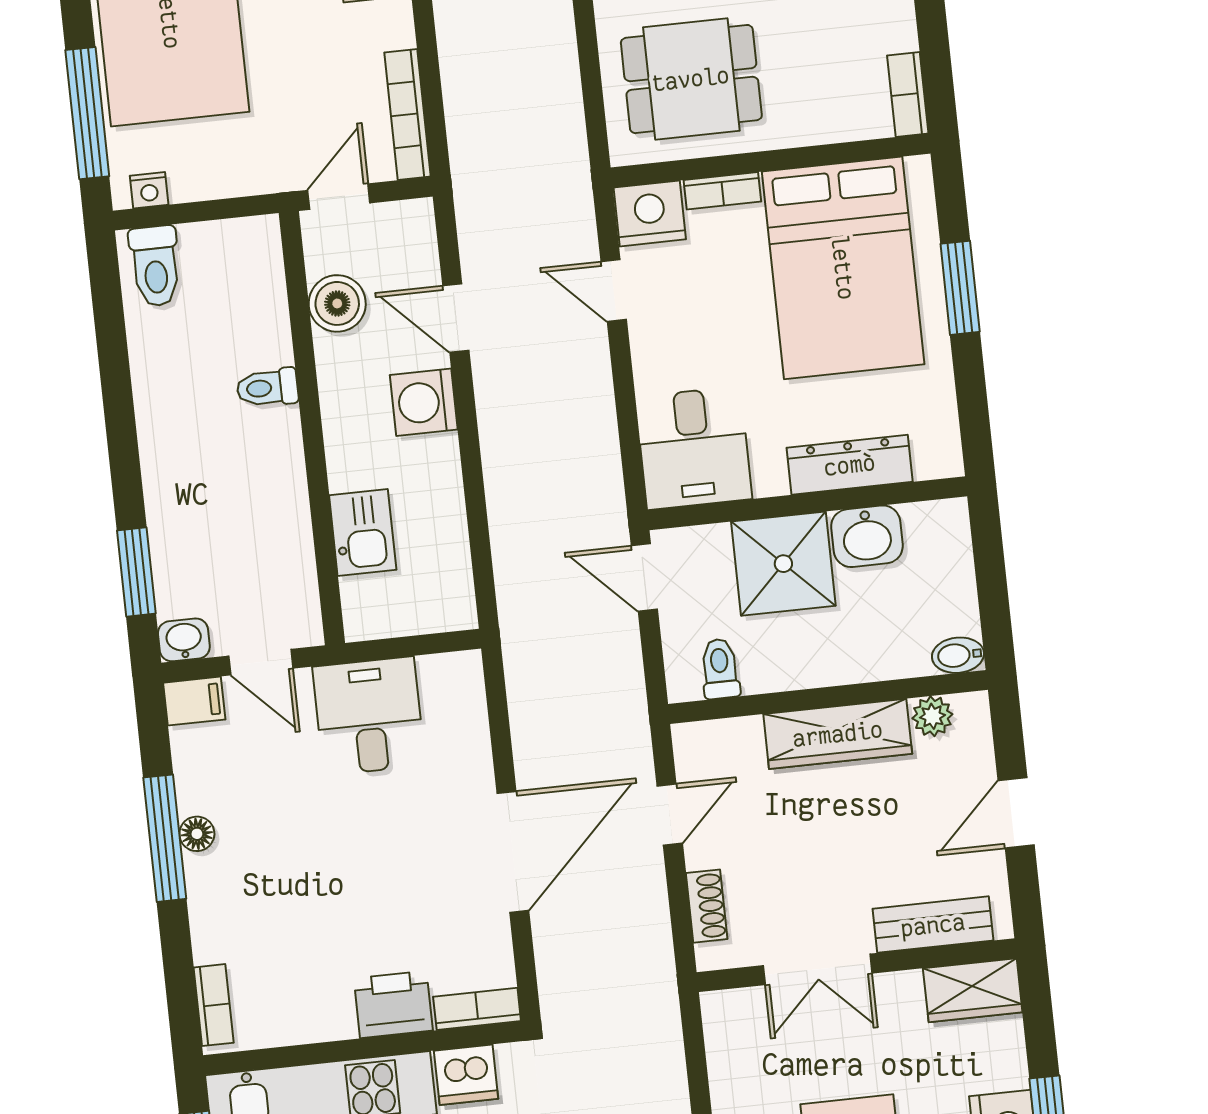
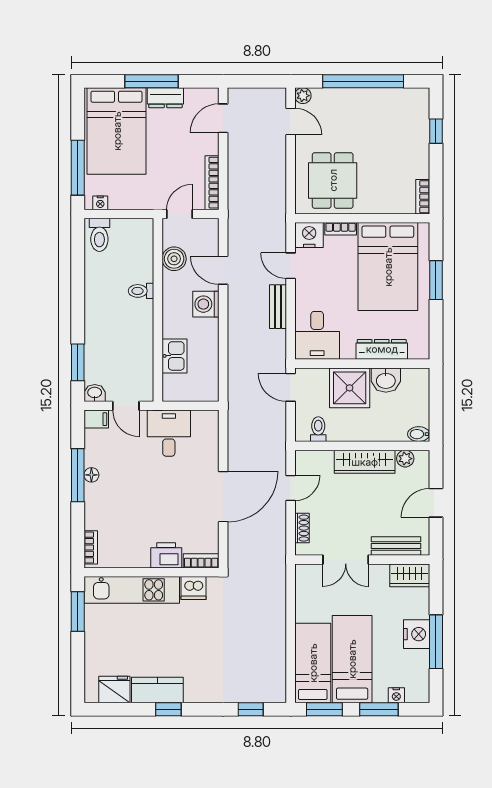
dining table: (691, 79) -> (333, 180), turned 90
bench: (594, 390) -> (278, 307), added

